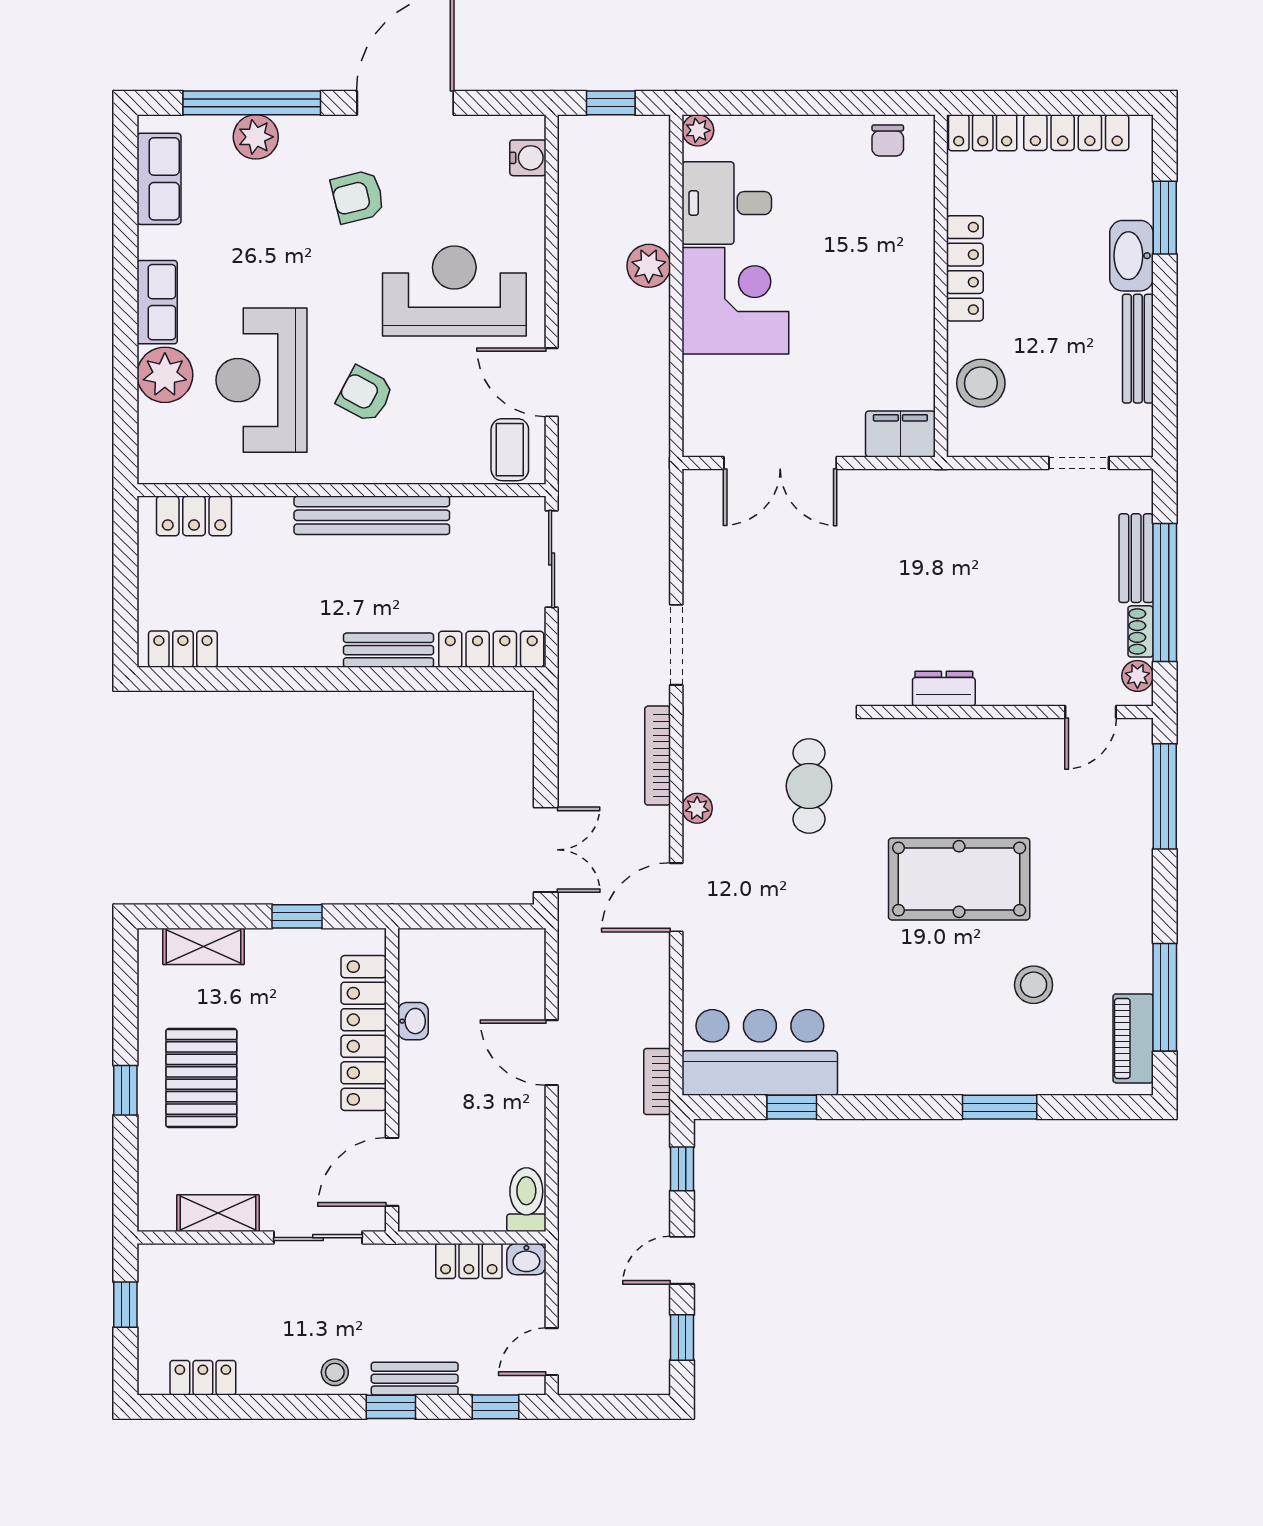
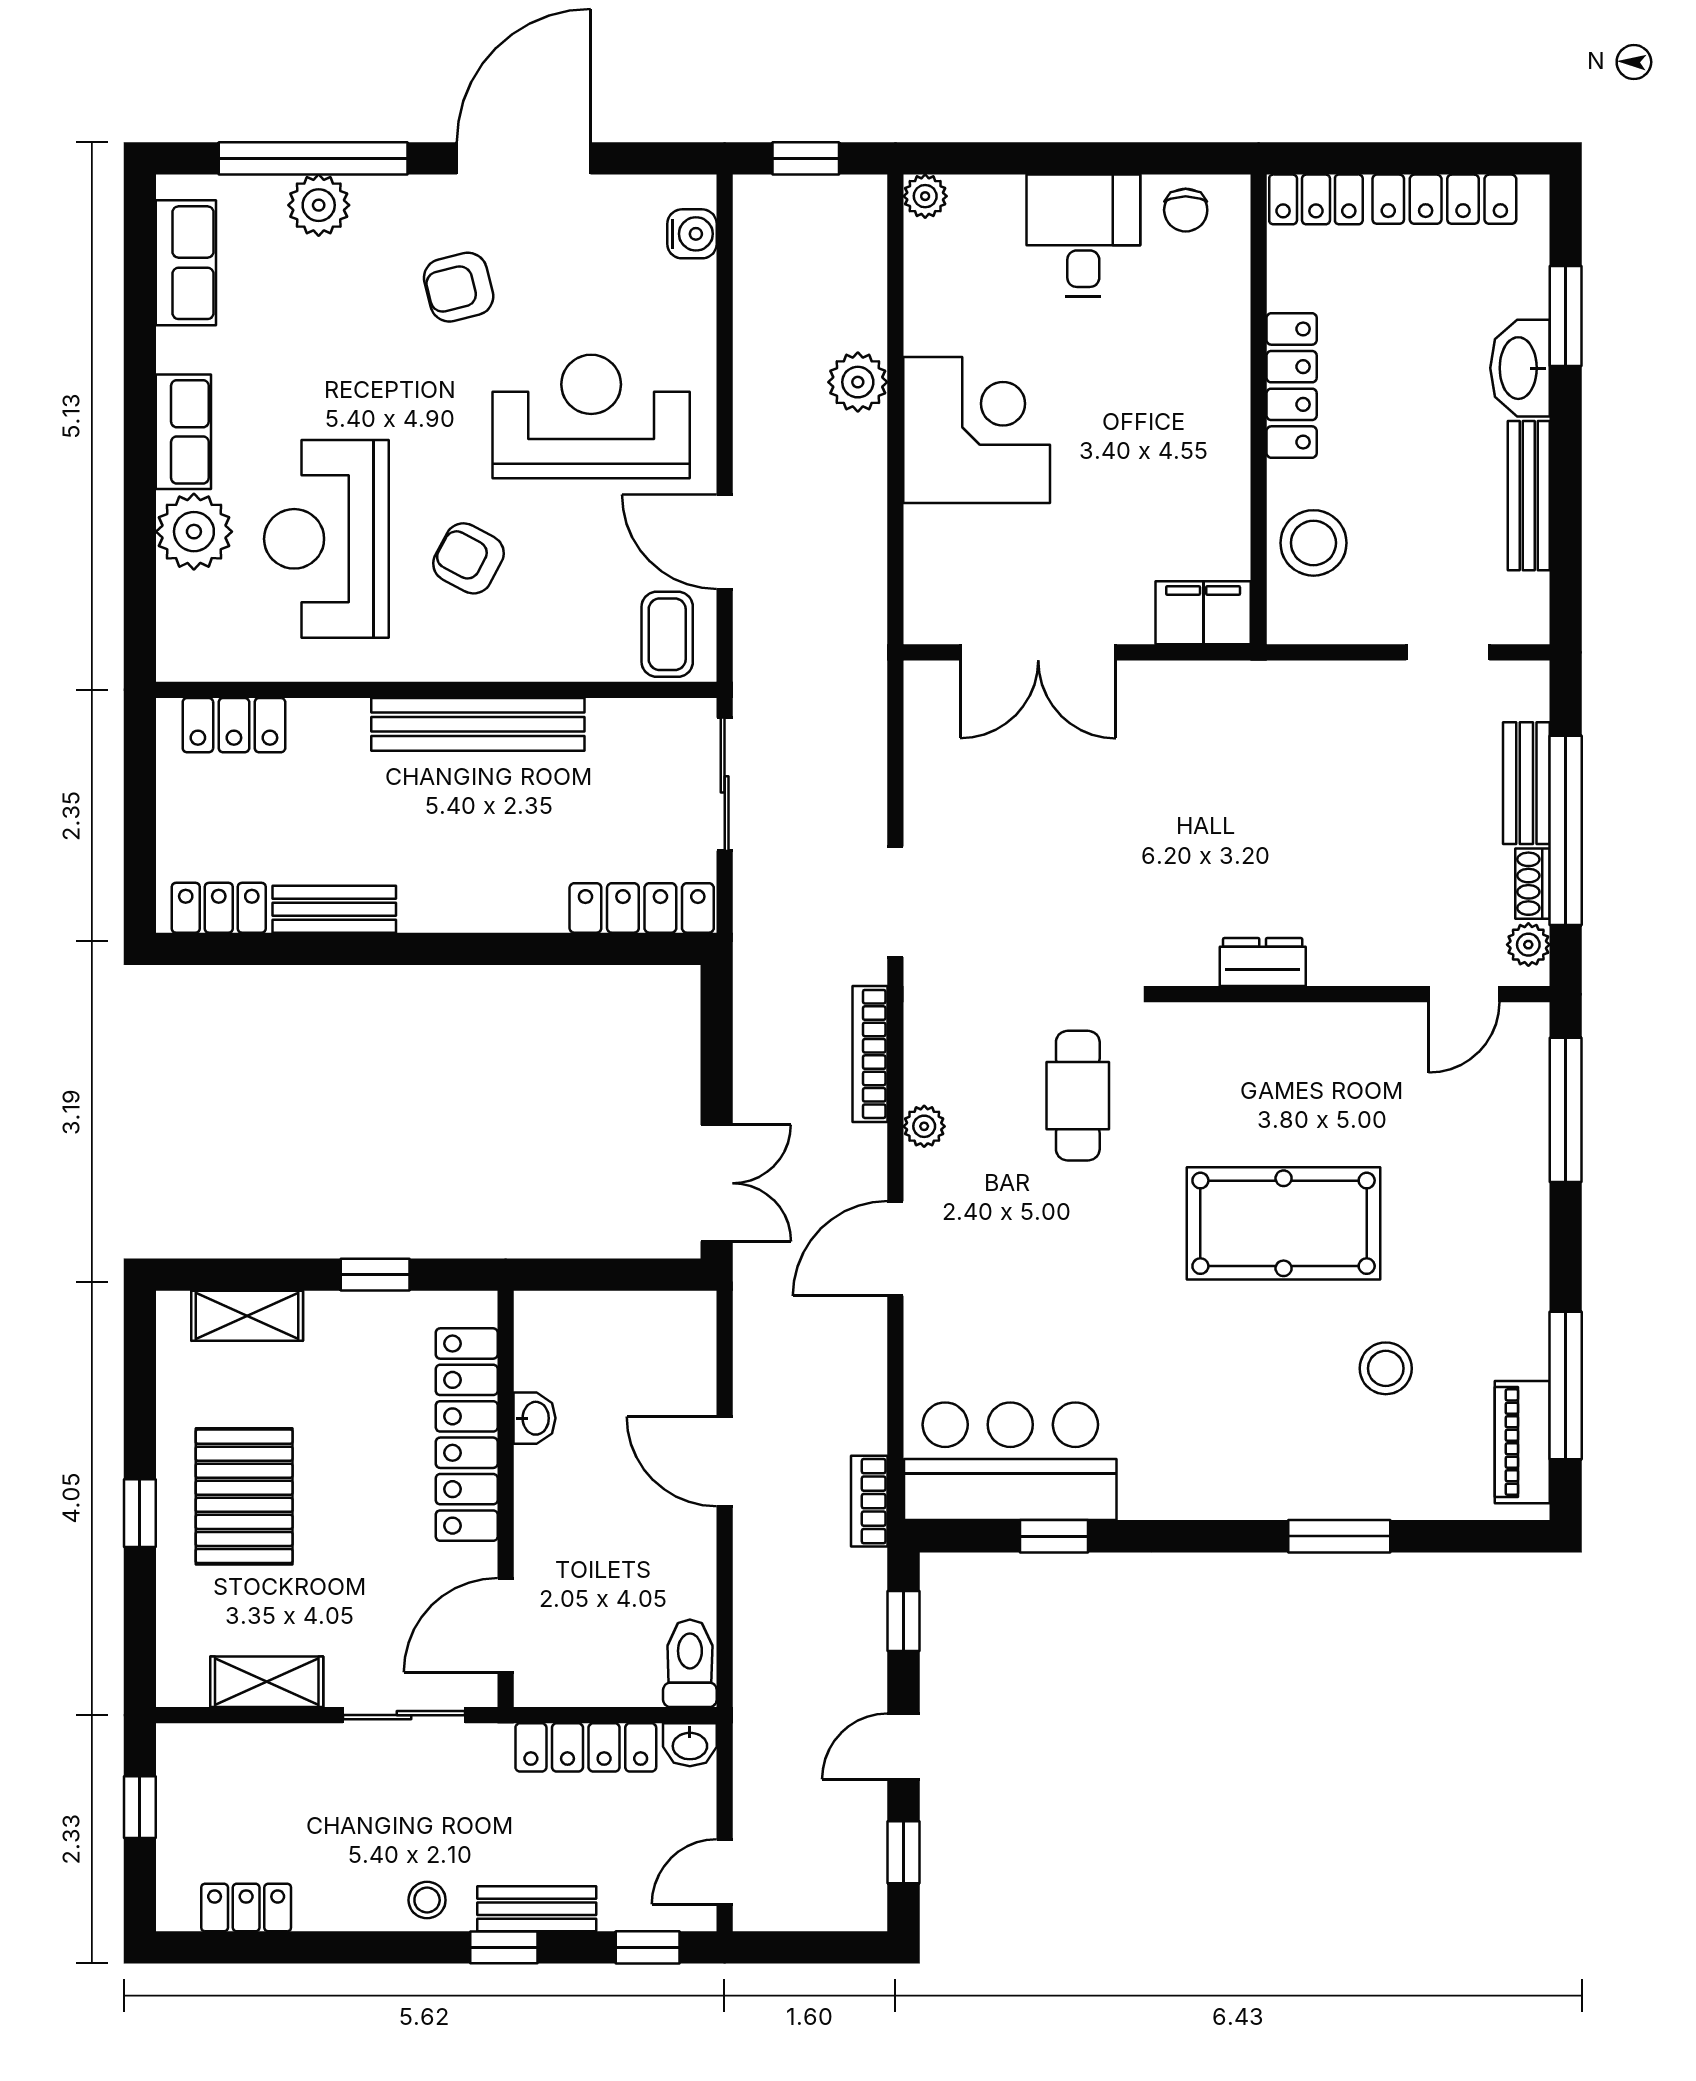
desk: (727, 203) -> (1083, 236), moved, turned 90
bench: (389, 650) -> (334, 909), moved
locker: (469, 1261) -> (586, 1747), width x1.53

